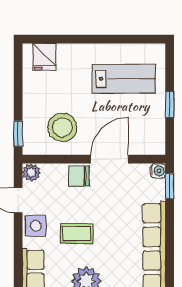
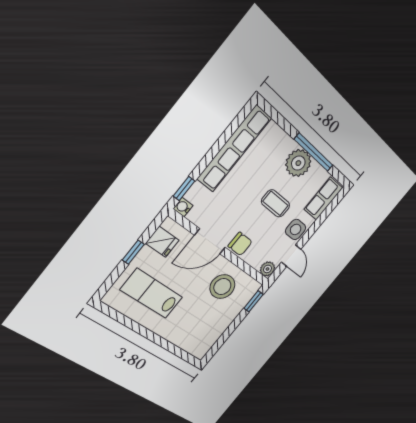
fridge: (44, 57) -> (162, 242), moved, turned 90

